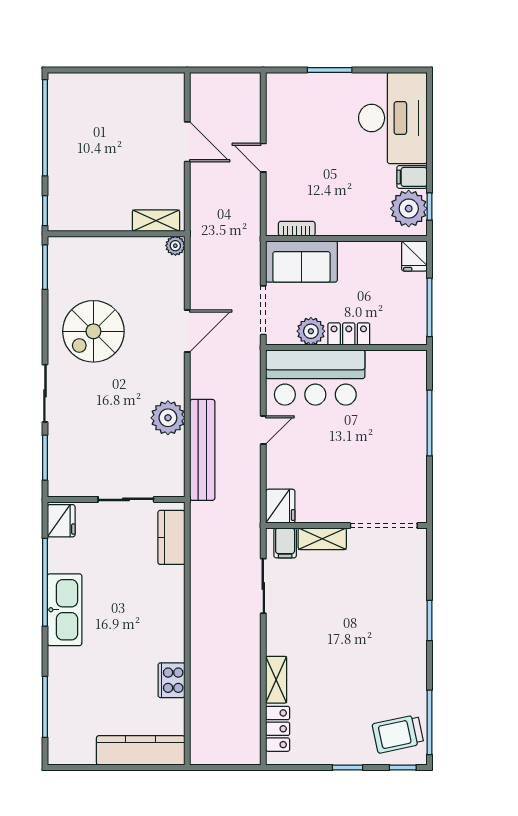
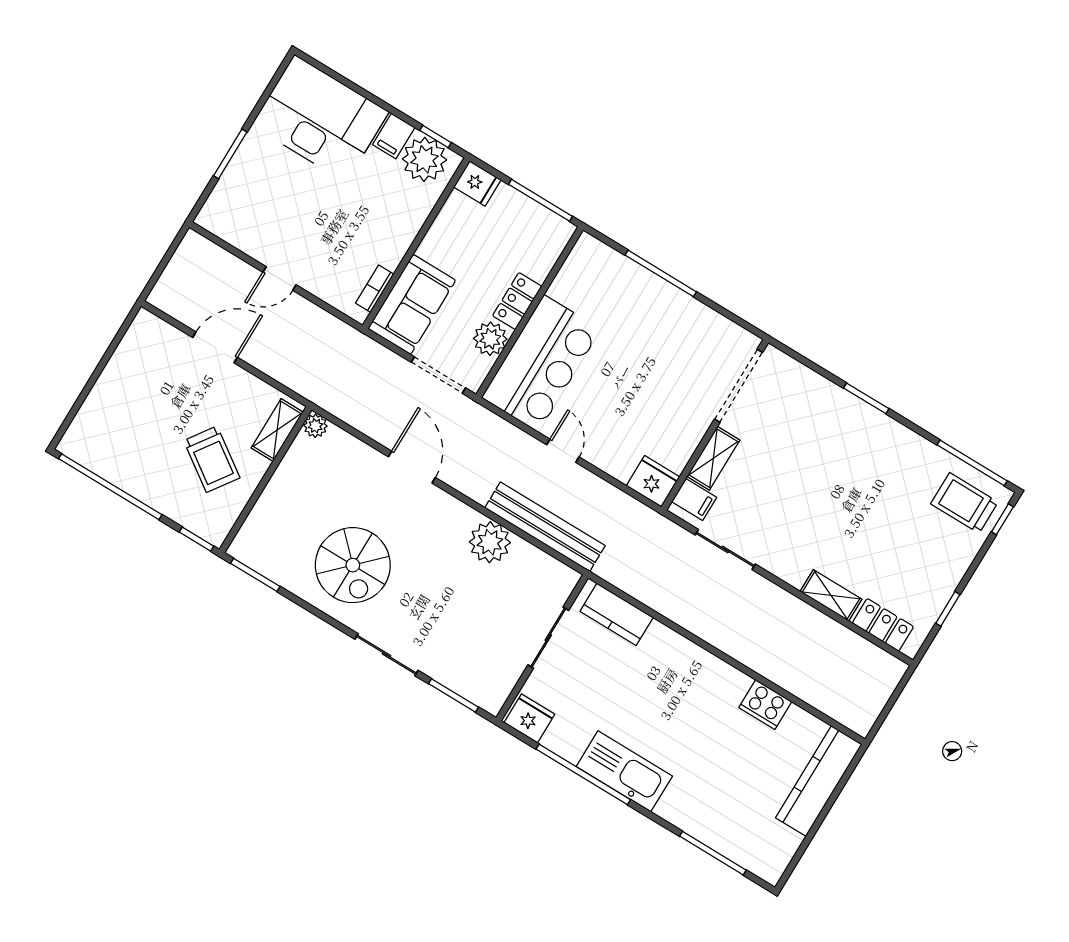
trolley: (108, 187) -> (212, 459), added
trolley: (398, 734) -> (964, 503), turned 102
window: (348, 768) -> (948, 609), moved

